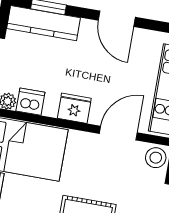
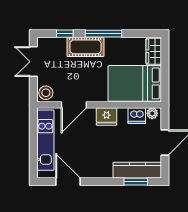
door: (117, 19) -> (68, 182), moved

